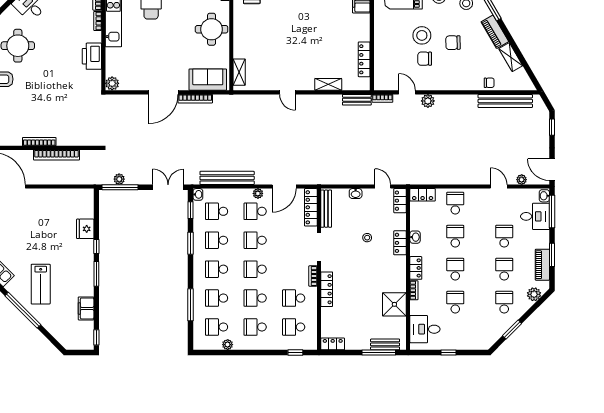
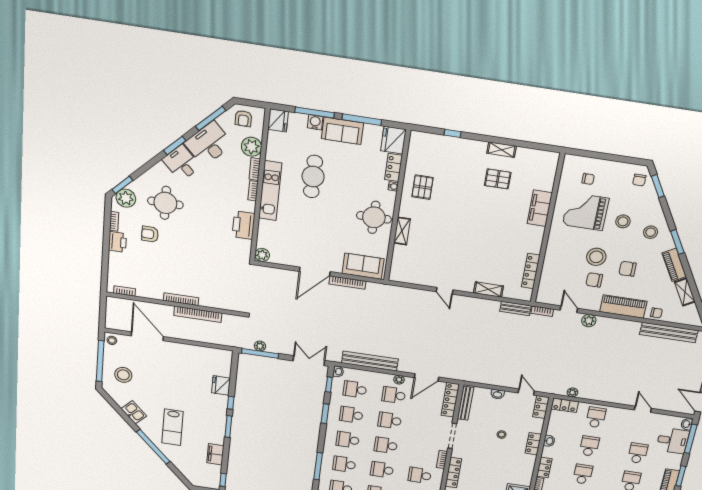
shelving: (239, 72) -> (402, 231), moved
piano: (457, 81) -> (623, 307), added
plant: (522, 180) -> (572, 392), moved

